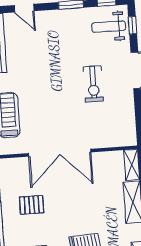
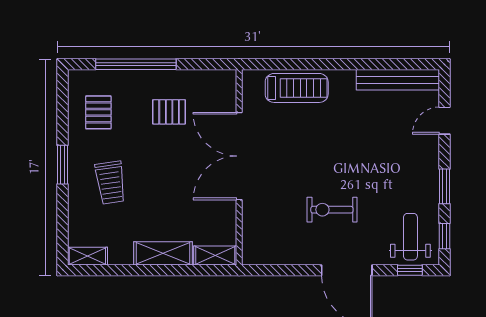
pallet: (32, 205) -> (169, 112), turned 90

